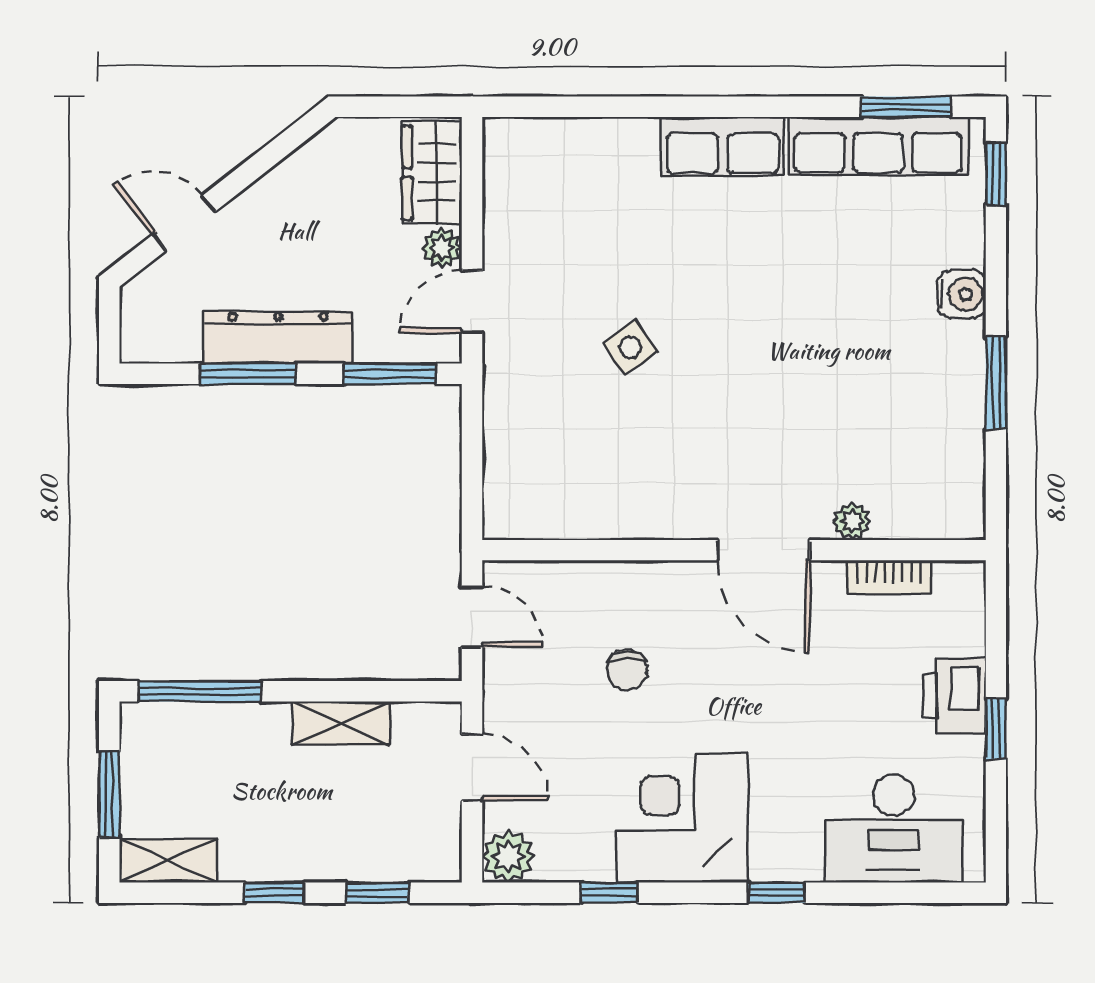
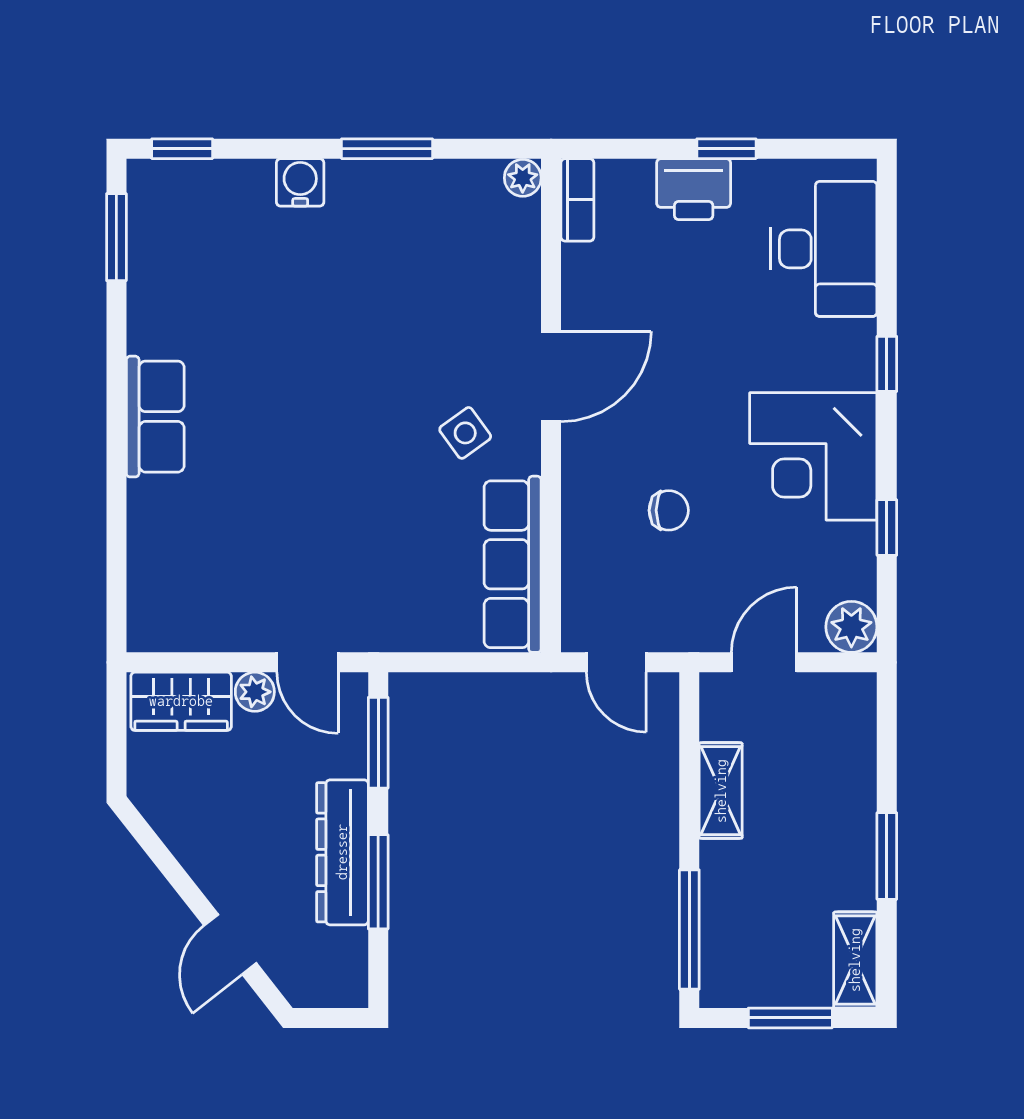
row of seats: (878, 146) -> (513, 564), moved, turned 180
side table: (630, 347) -> (465, 433), moved
plant: (852, 521) -> (523, 178), moved
bookcase: (889, 577) -> (577, 200), moved
door: (472, 617) -> (616, 662), swing flipped
window: (274, 893) -> (887, 856), width x1.50
window: (378, 893) -> (887, 755), removed

